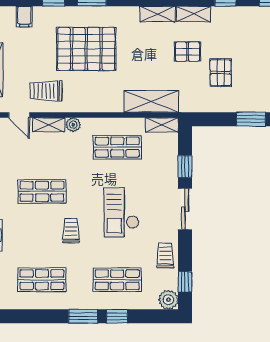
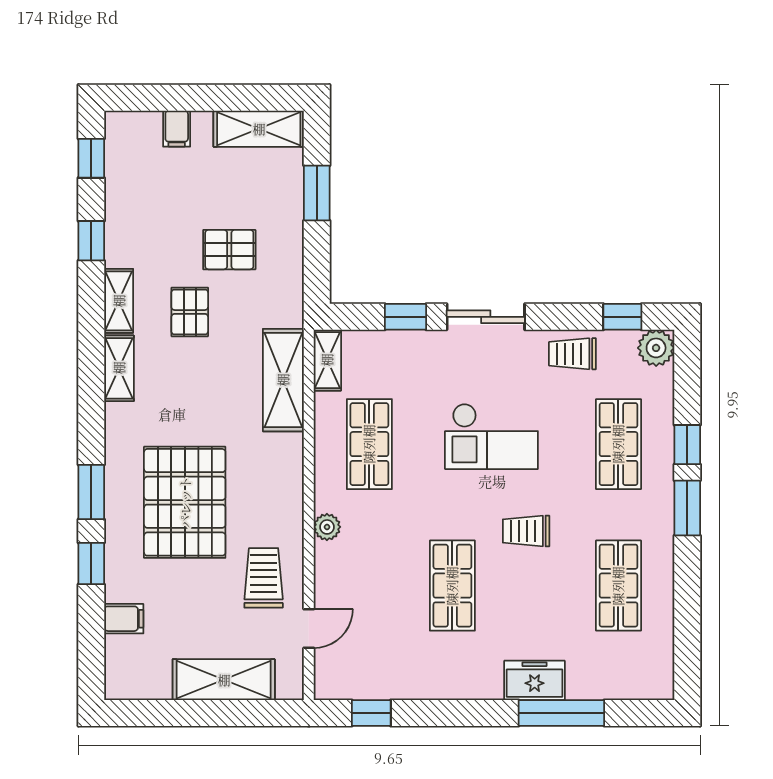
trolley: (46, 91) -> (264, 578), turned 180
shelving: (49, 125) -> (327, 573), removed

